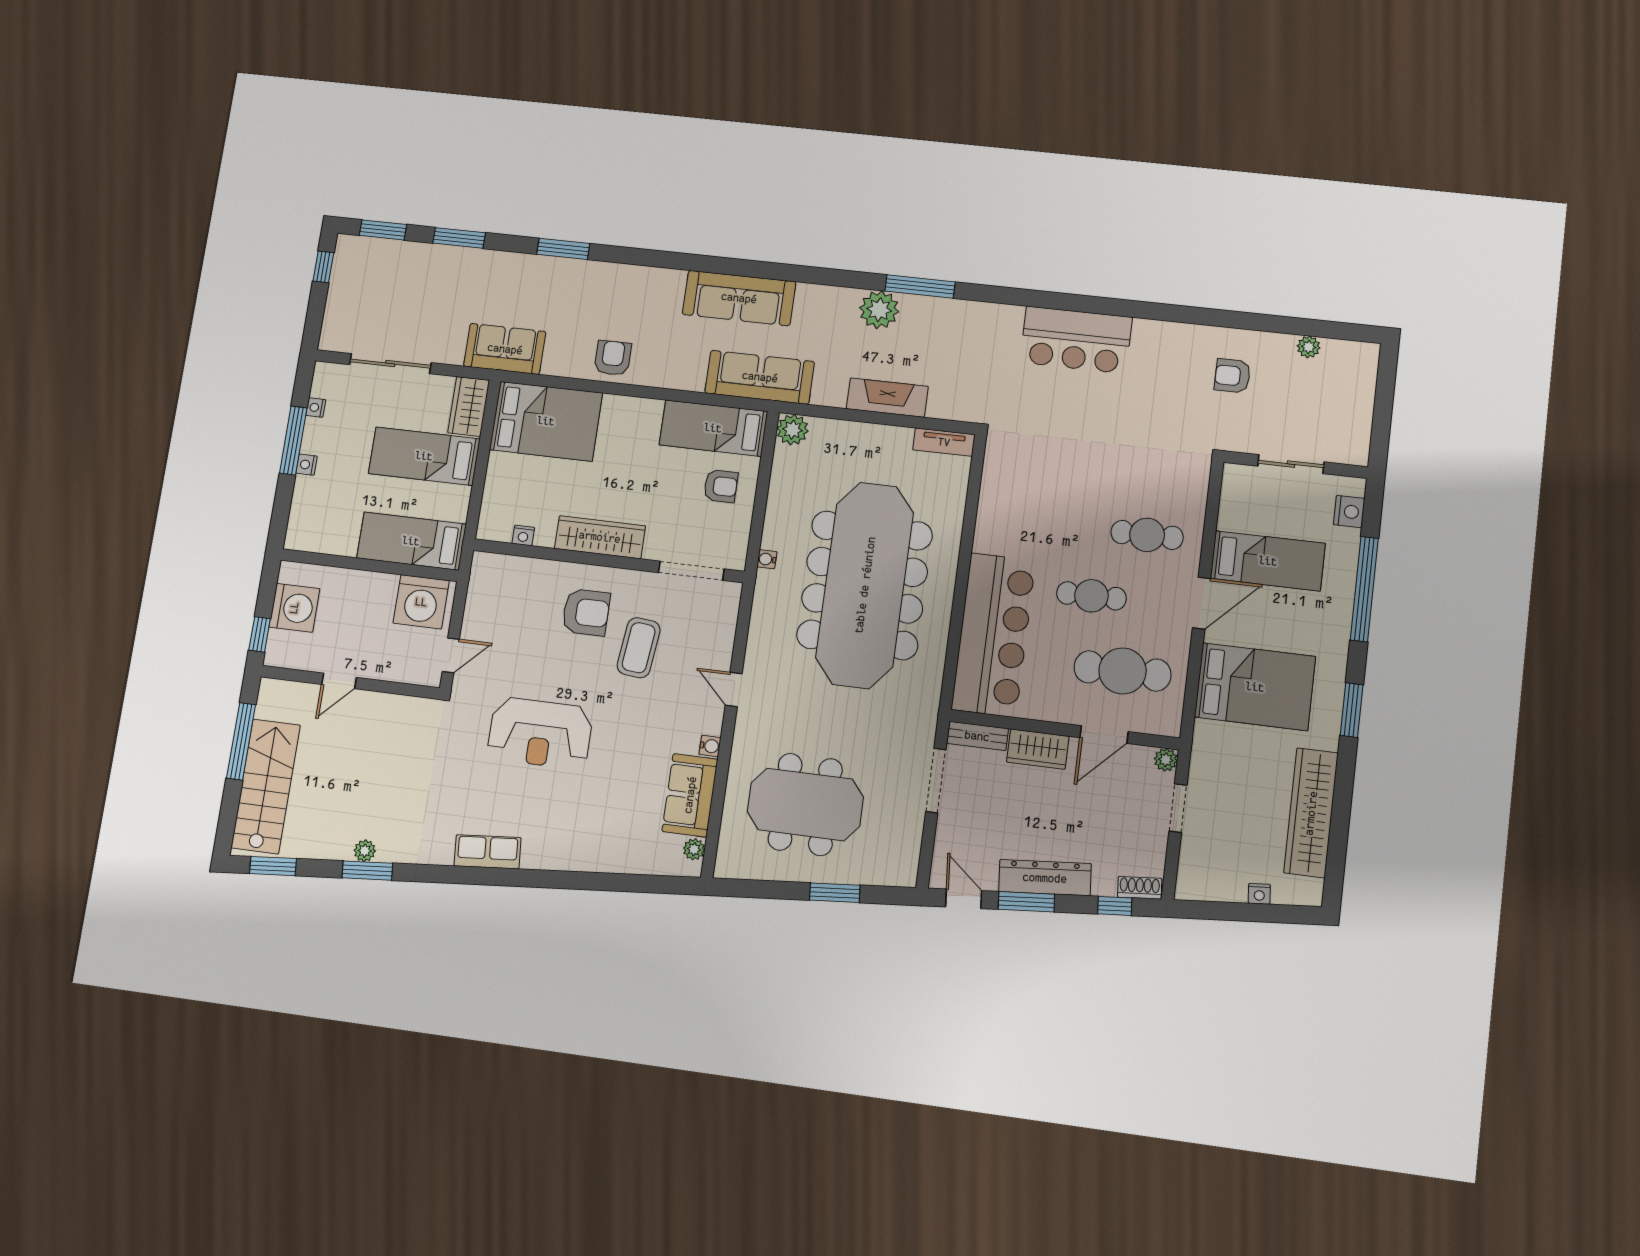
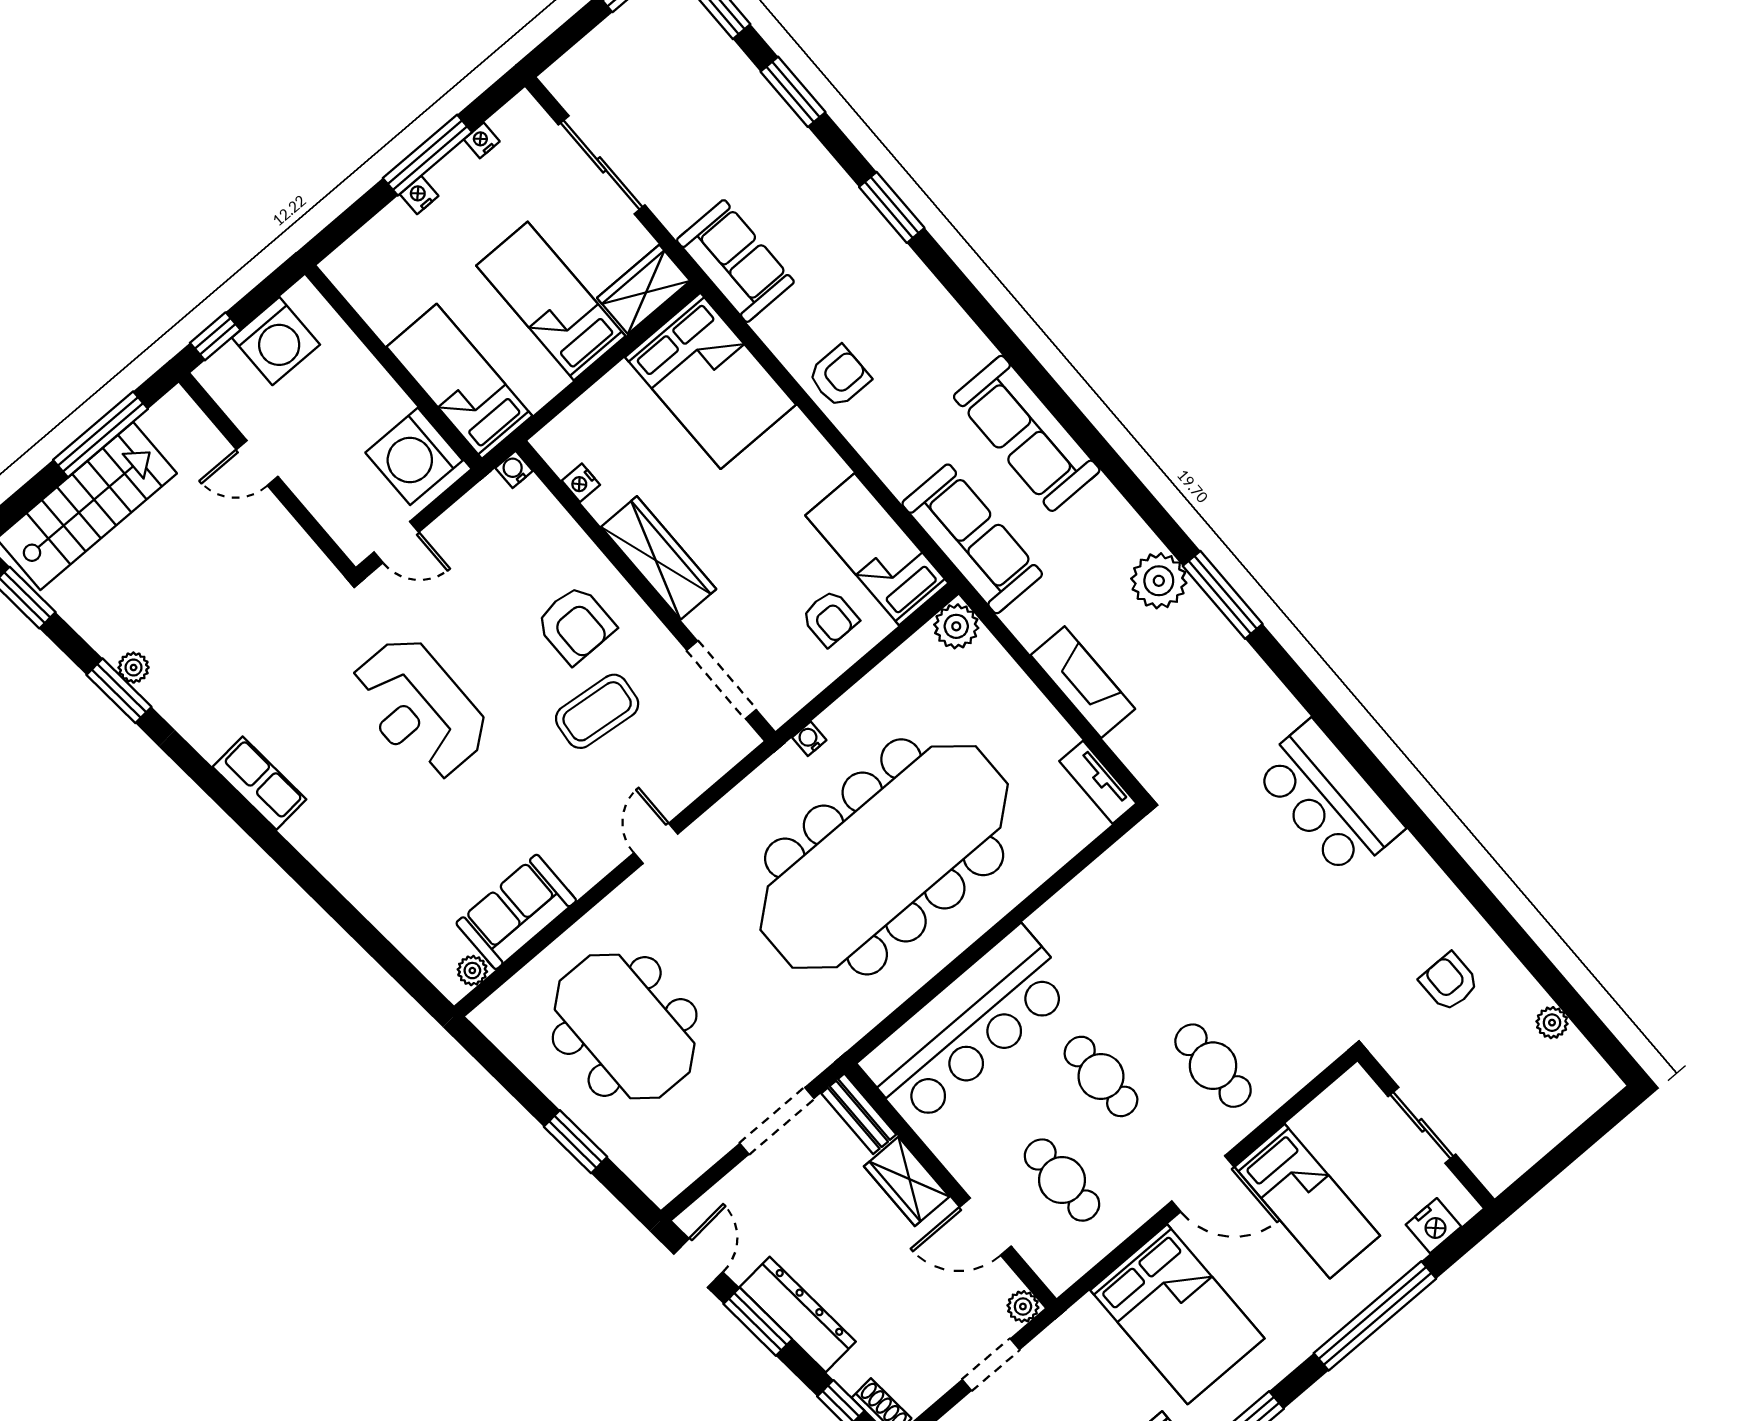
cafe table: (1123, 671) -> (1062, 1180), width x0.73, depth x0.74
water cooler: (710, 746) -> (514, 469), moved, turned 180

